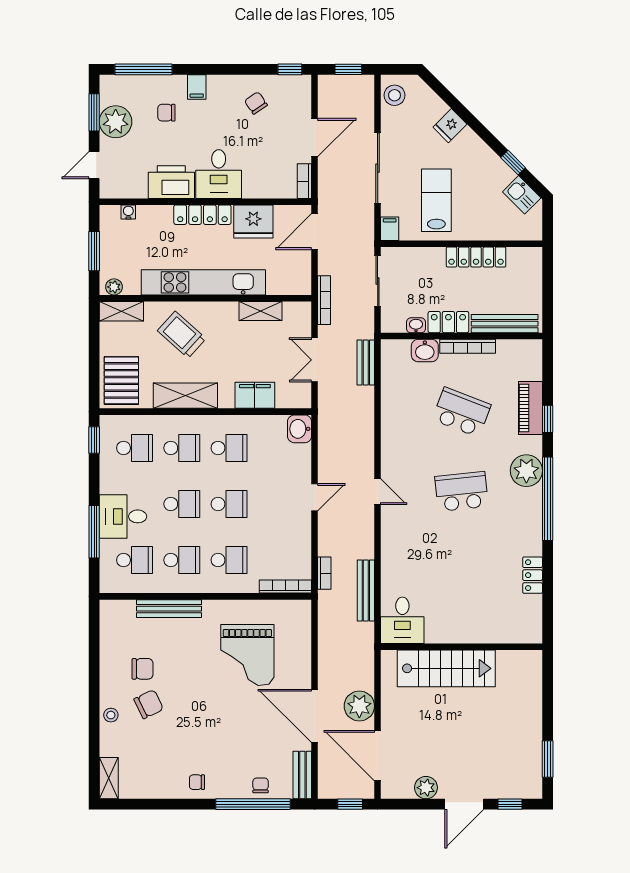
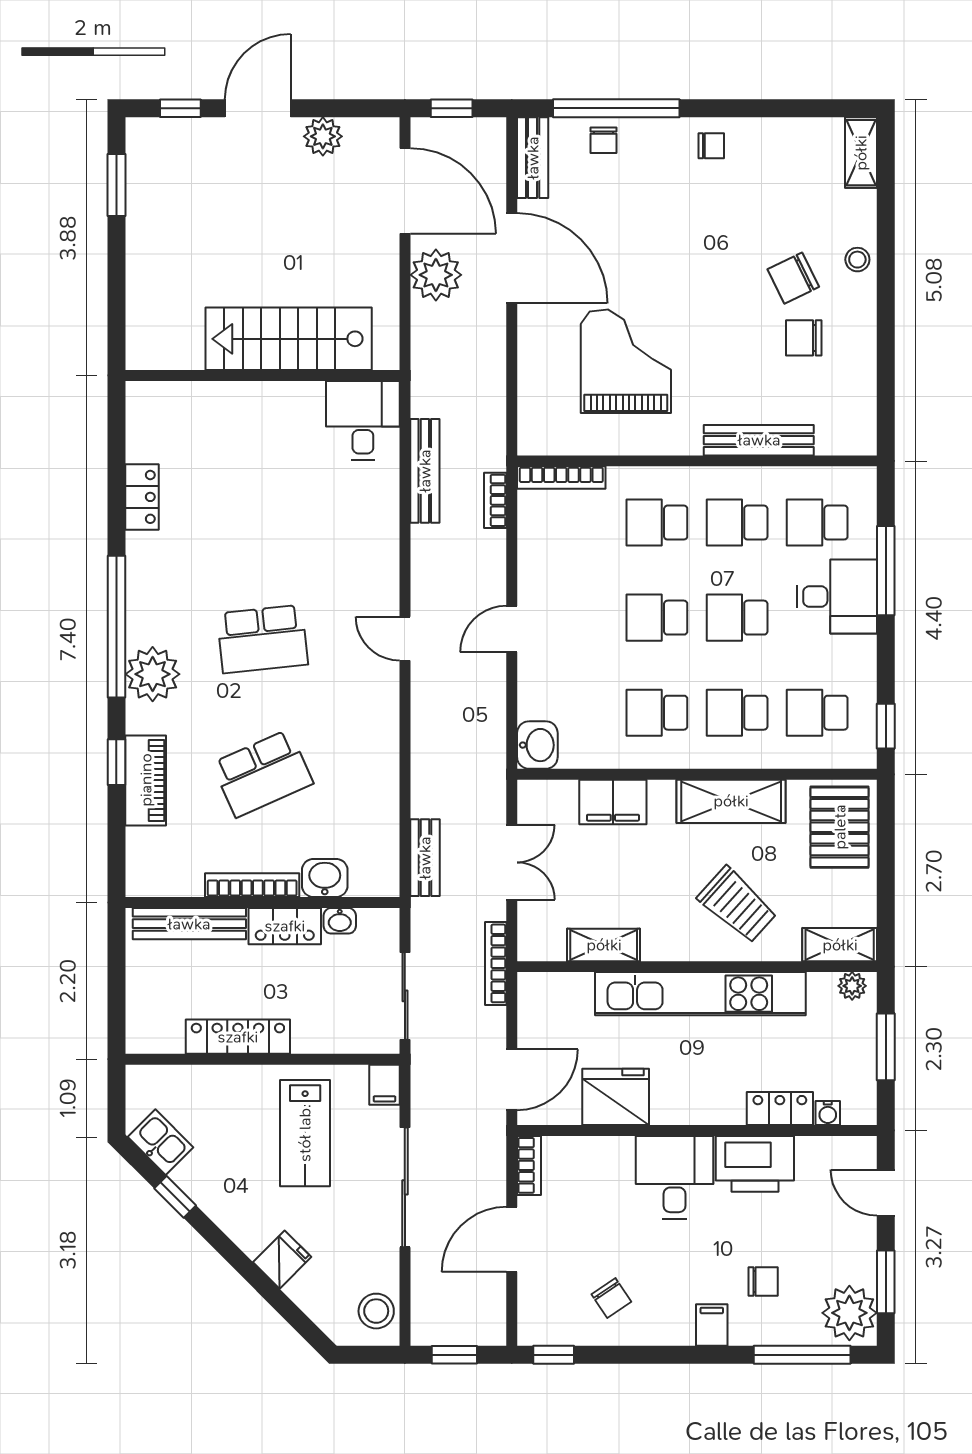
plant: (116, 122) -> (849, 1313), moved
door: (94, 165) -> (886, 1193), swing flipped
locker: (202, 215) -> (780, 1108), moved, width x0.66
school desk: (462, 412) -> (262, 773), turned -45

